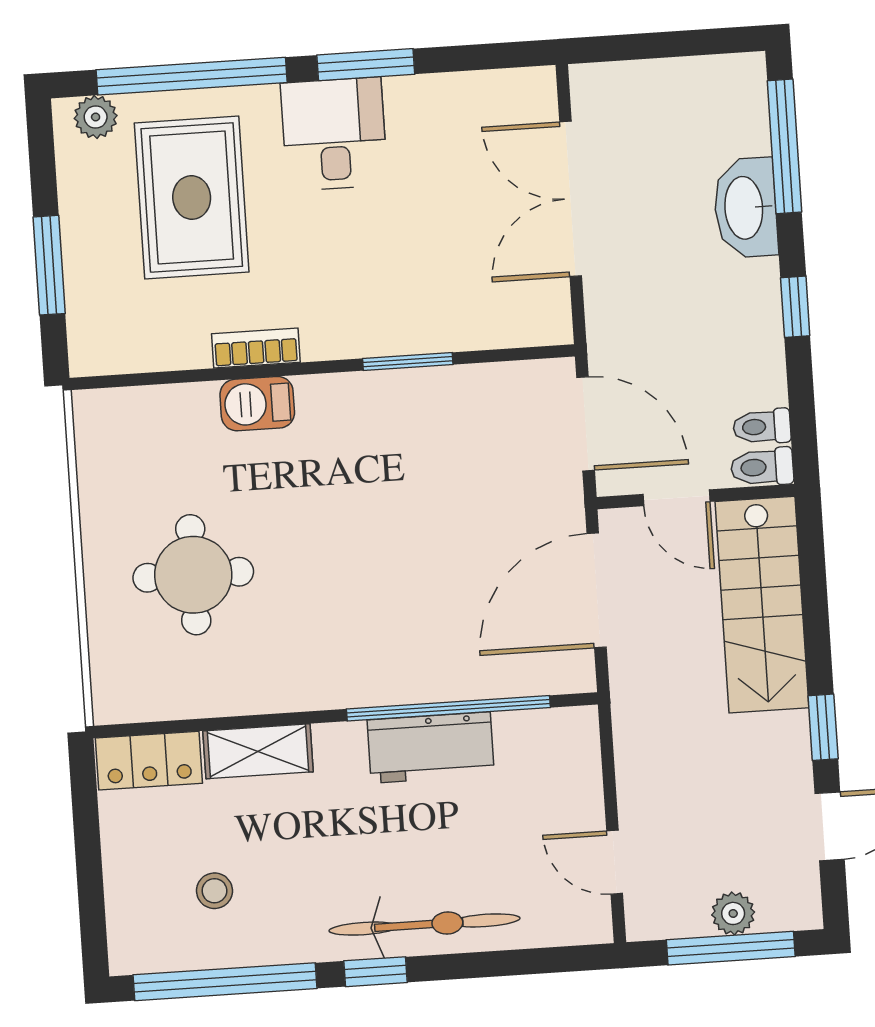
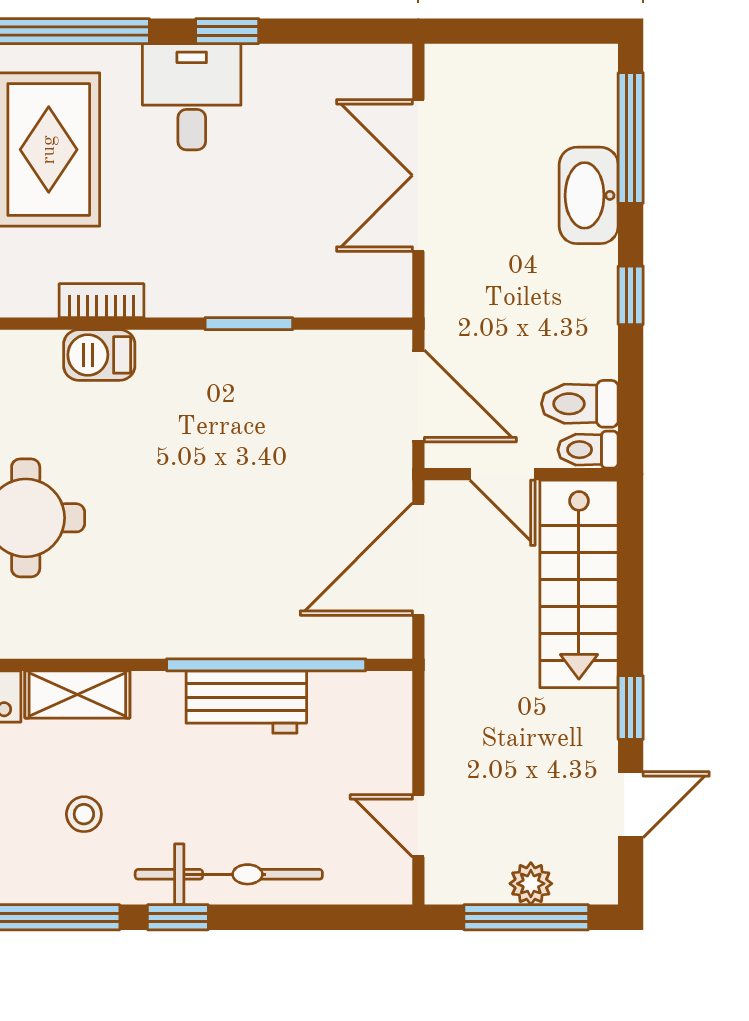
window: (366, 65) -> (227, 31), width x0.67
toilet: (762, 427) -> (580, 404), width x1.37, depth x1.39
stool: (214, 891) -> (84, 814), moved

